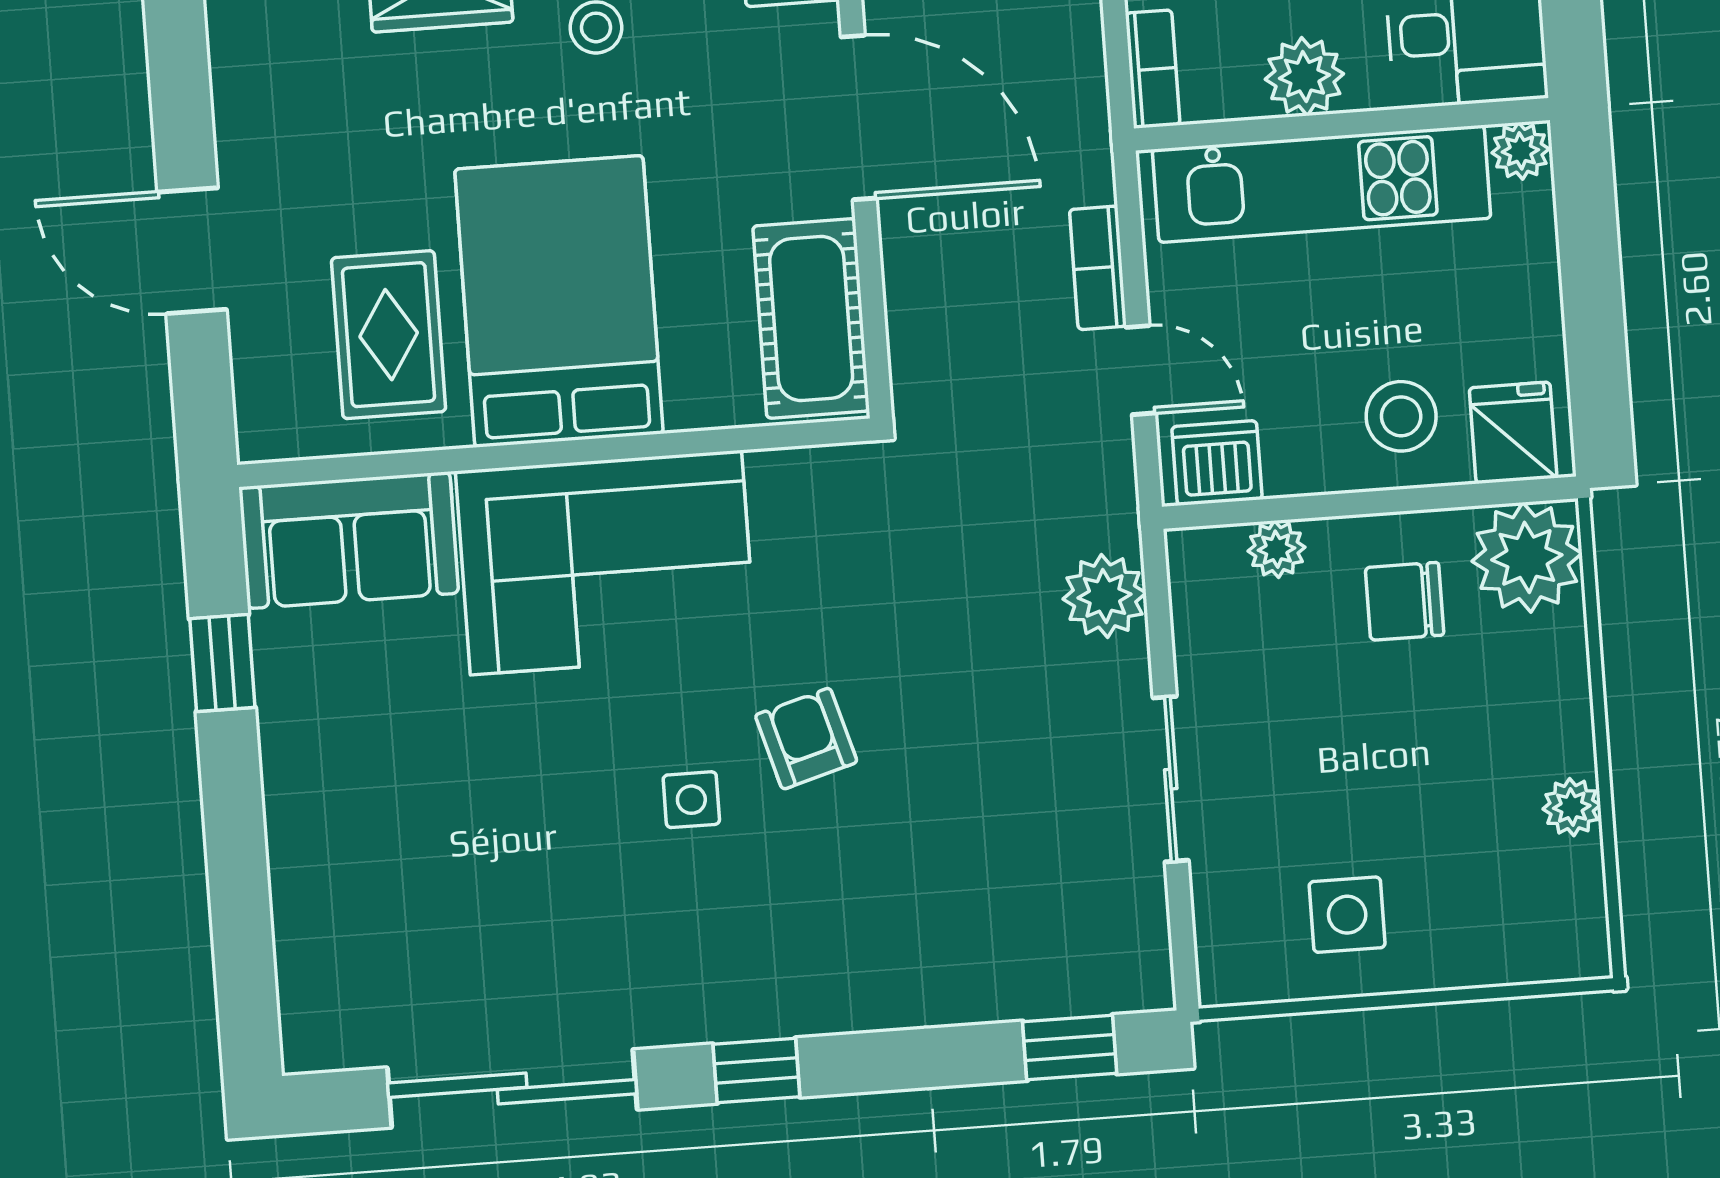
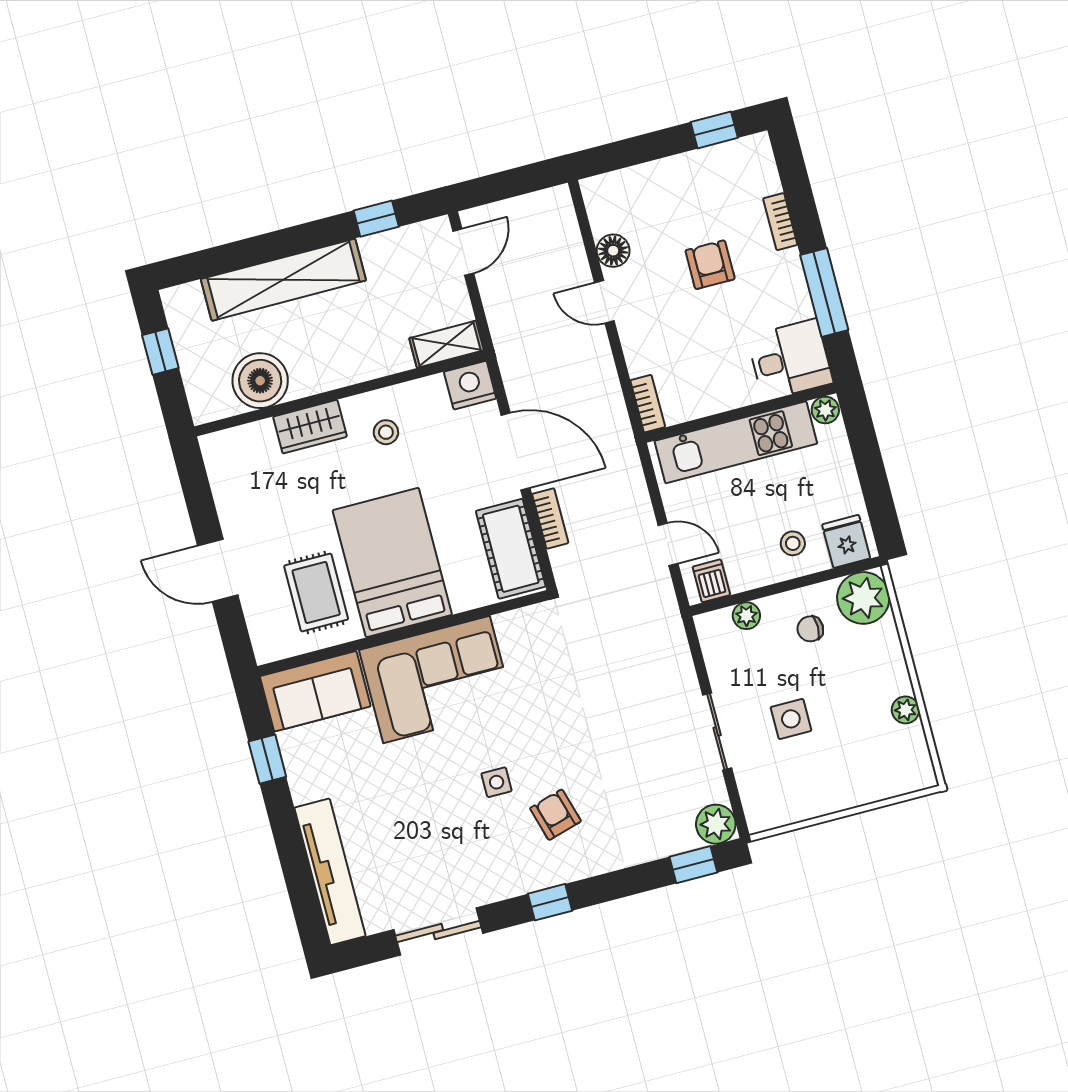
plant: (1304, 77) -> (719, 394), removed
bookcase: (1098, 268) -> (550, 518), moved, turned 180
stool: (1401, 416) -> (793, 543), width x0.73, depth x0.73
dishwasher: (1217, 463) -> (711, 581), width x0.73
plant: (1104, 596) -> (716, 824), moved
chair: (1405, 601) -> (810, 629), width x0.73, depth x0.73
armchair: (806, 739) -> (555, 815), moved
side table: (1347, 915) -> (791, 719), moved
tv unit: (309, 922) -> (330, 872), added
sliding door: (512, 1088) -> (438, 932), width x0.73

